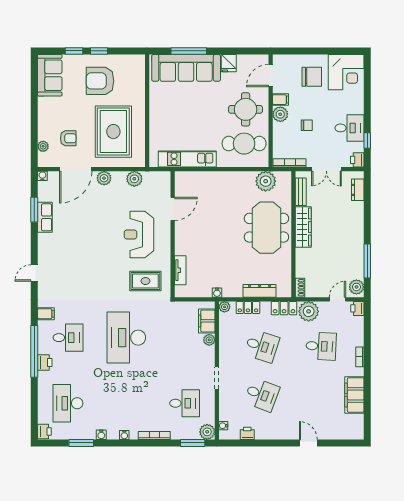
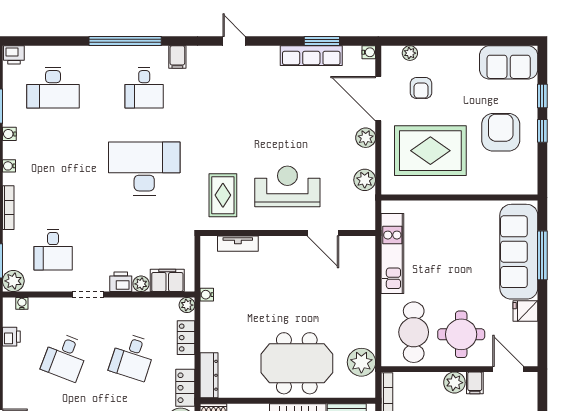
row of seats: (45, 217) -> (311, 56), width x1.48
dresser: (260, 291) -> (209, 375), moved
printer: (45, 362) -> (121, 282), moved, turned 180
desk: (68, 403) -> (53, 88), turned 180

